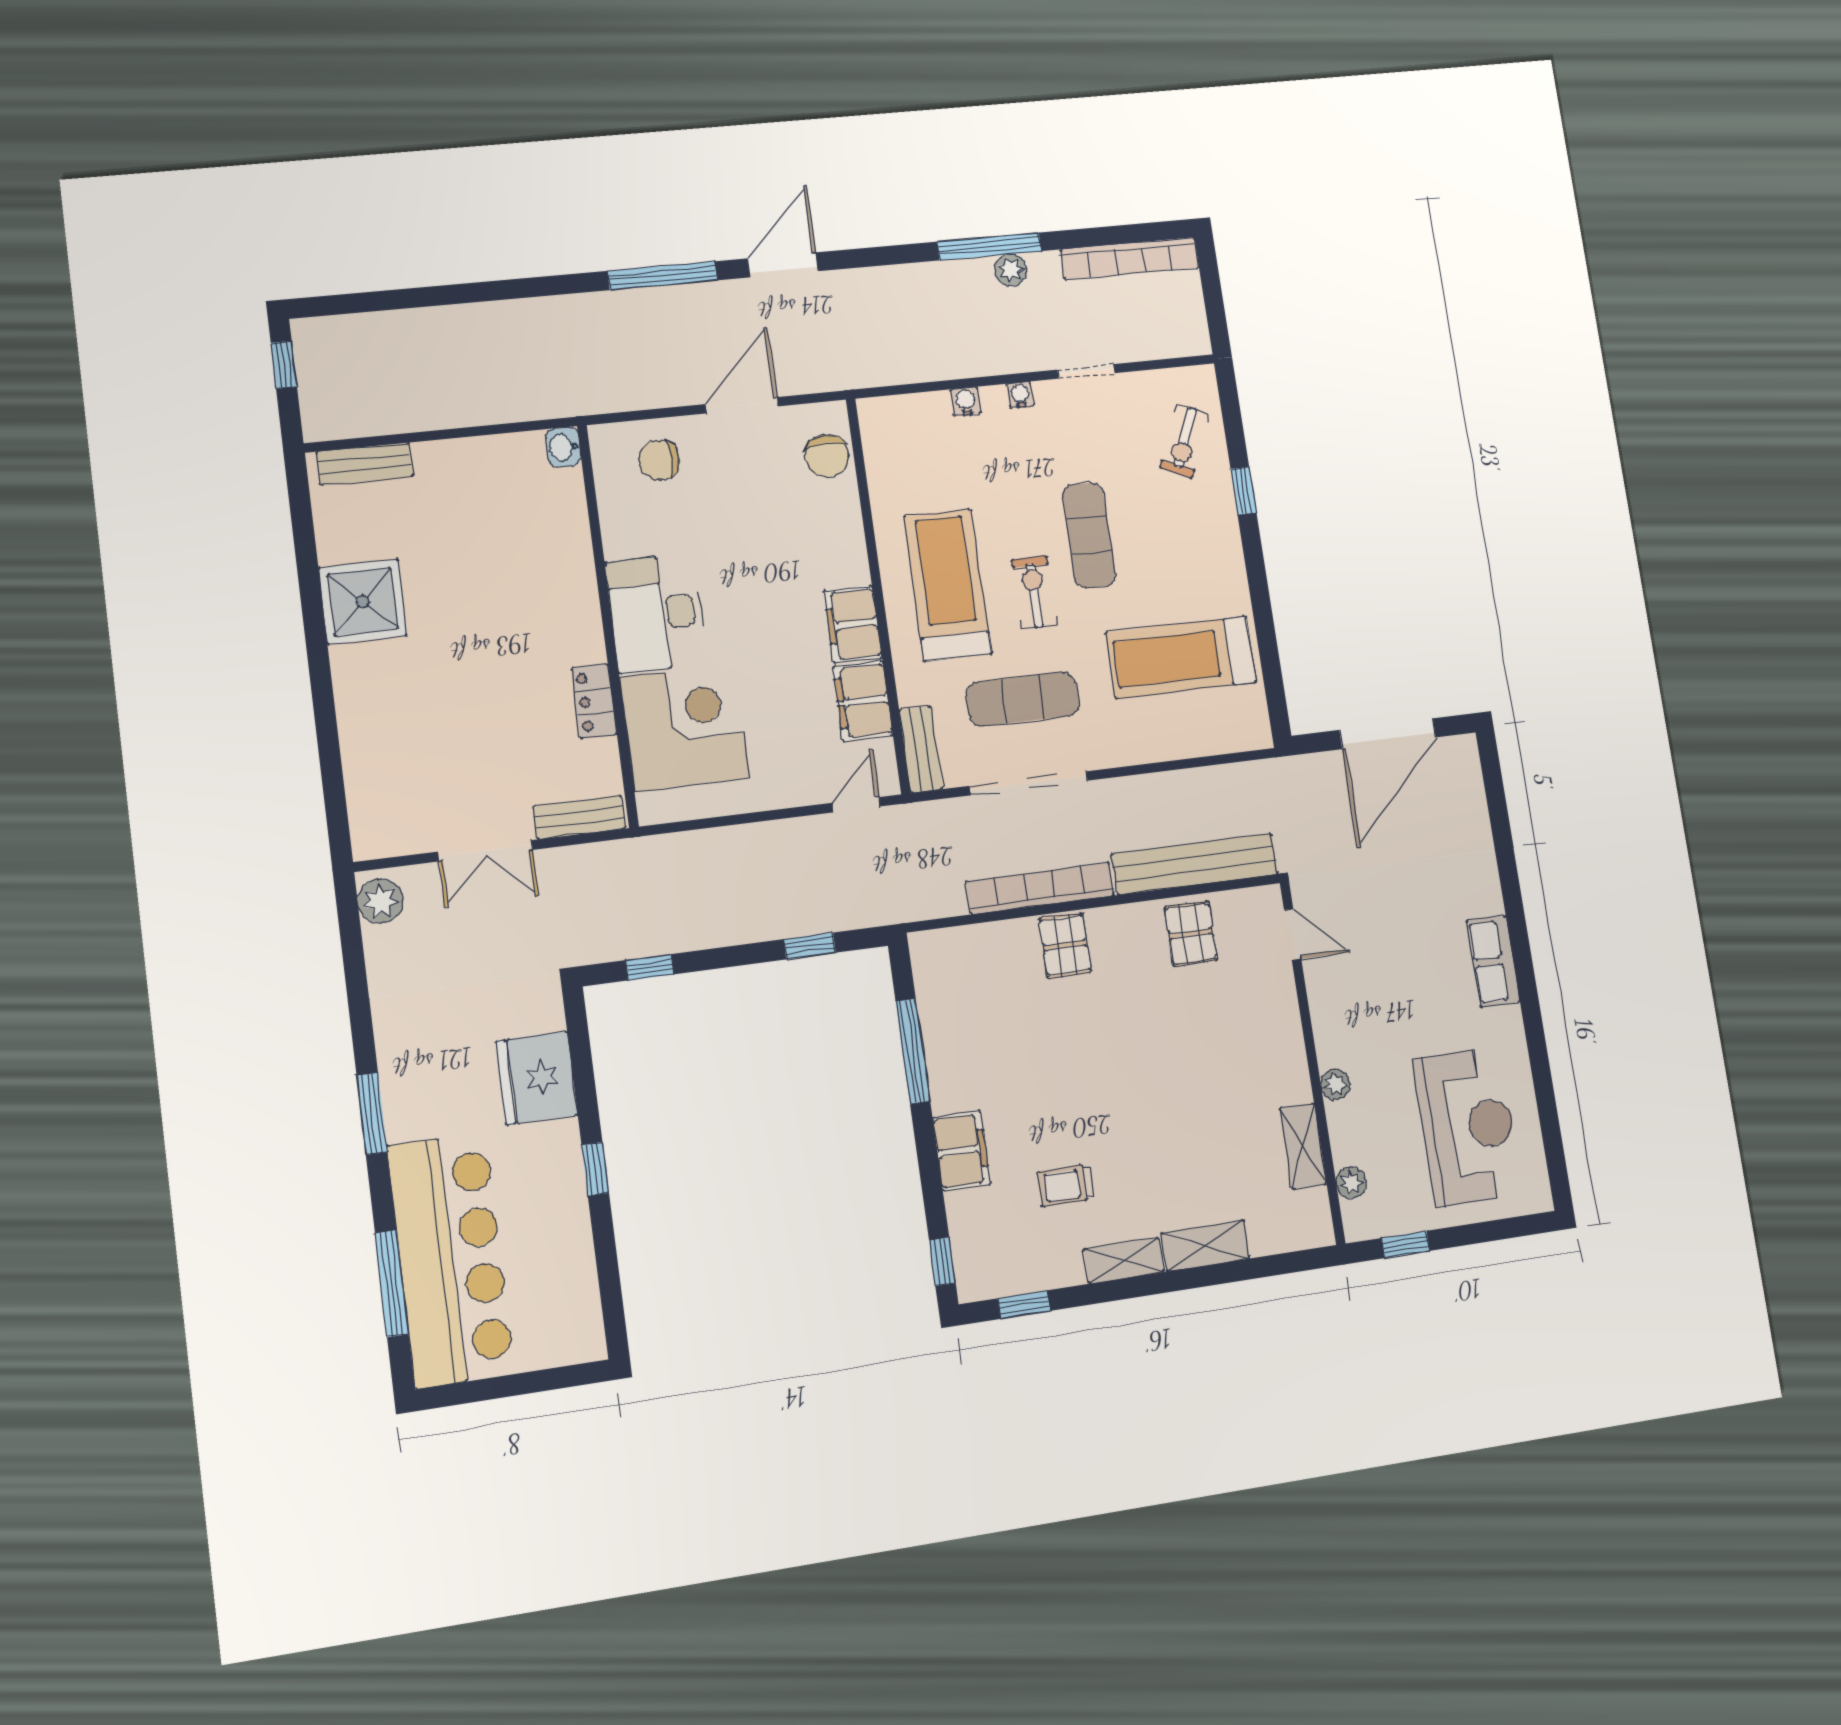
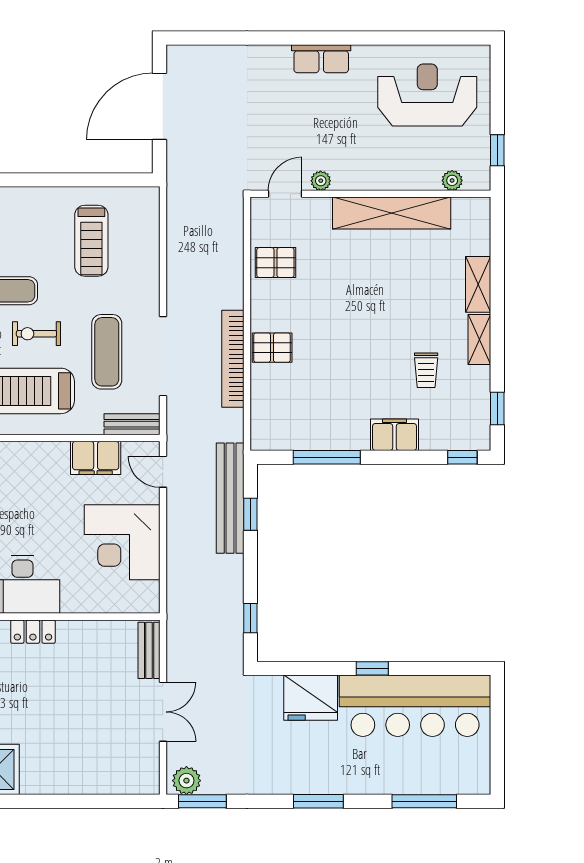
filing cabinet: (853, 624) -> (44, 457), removed
treadmill: (1181, 657) -> (91, 241), width x0.73, depth x0.73
locker: (594, 701) -> (33, 632), moved
corner desk: (685, 728) -> (122, 542), moved, turned -90
door: (1388, 734) -> (160, 106), swing flipped
bench: (1195, 864) -> (230, 498), moved
window: (350, 930) -> (202, 801), added
plant: (1335, 1084) -> (321, 181), moved
shelving: (1303, 1146) -> (392, 213), width x2.20, depth x1.33
bar counter: (451, 1260) -> (415, 706), moved, turned 180

